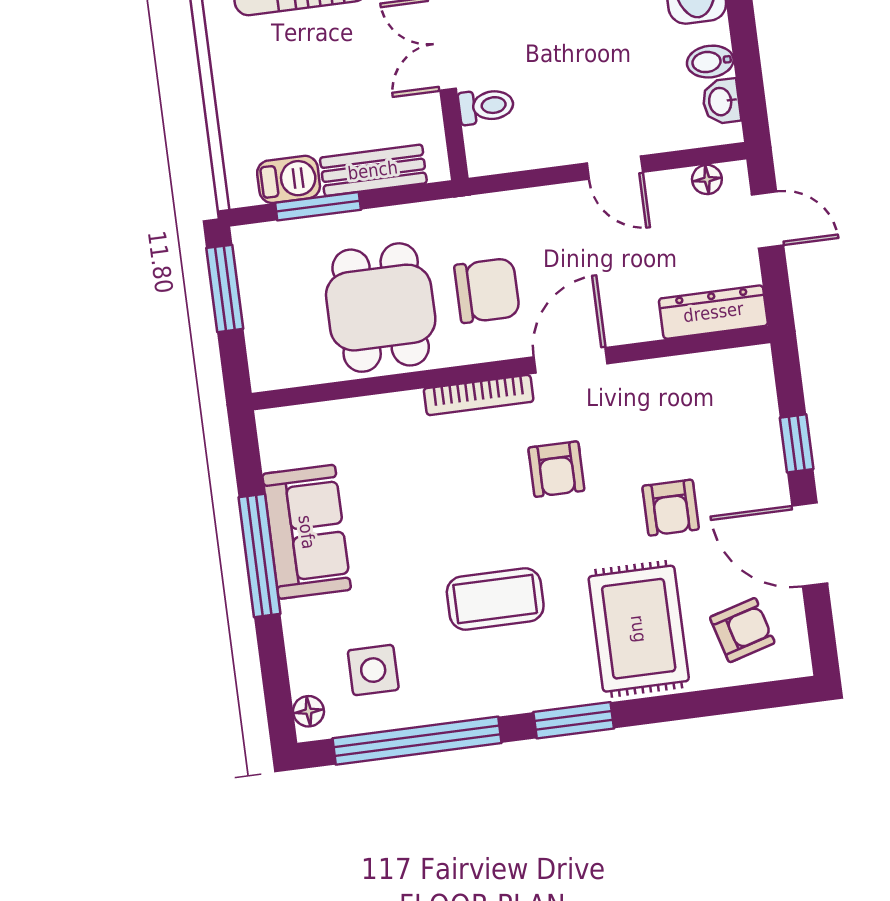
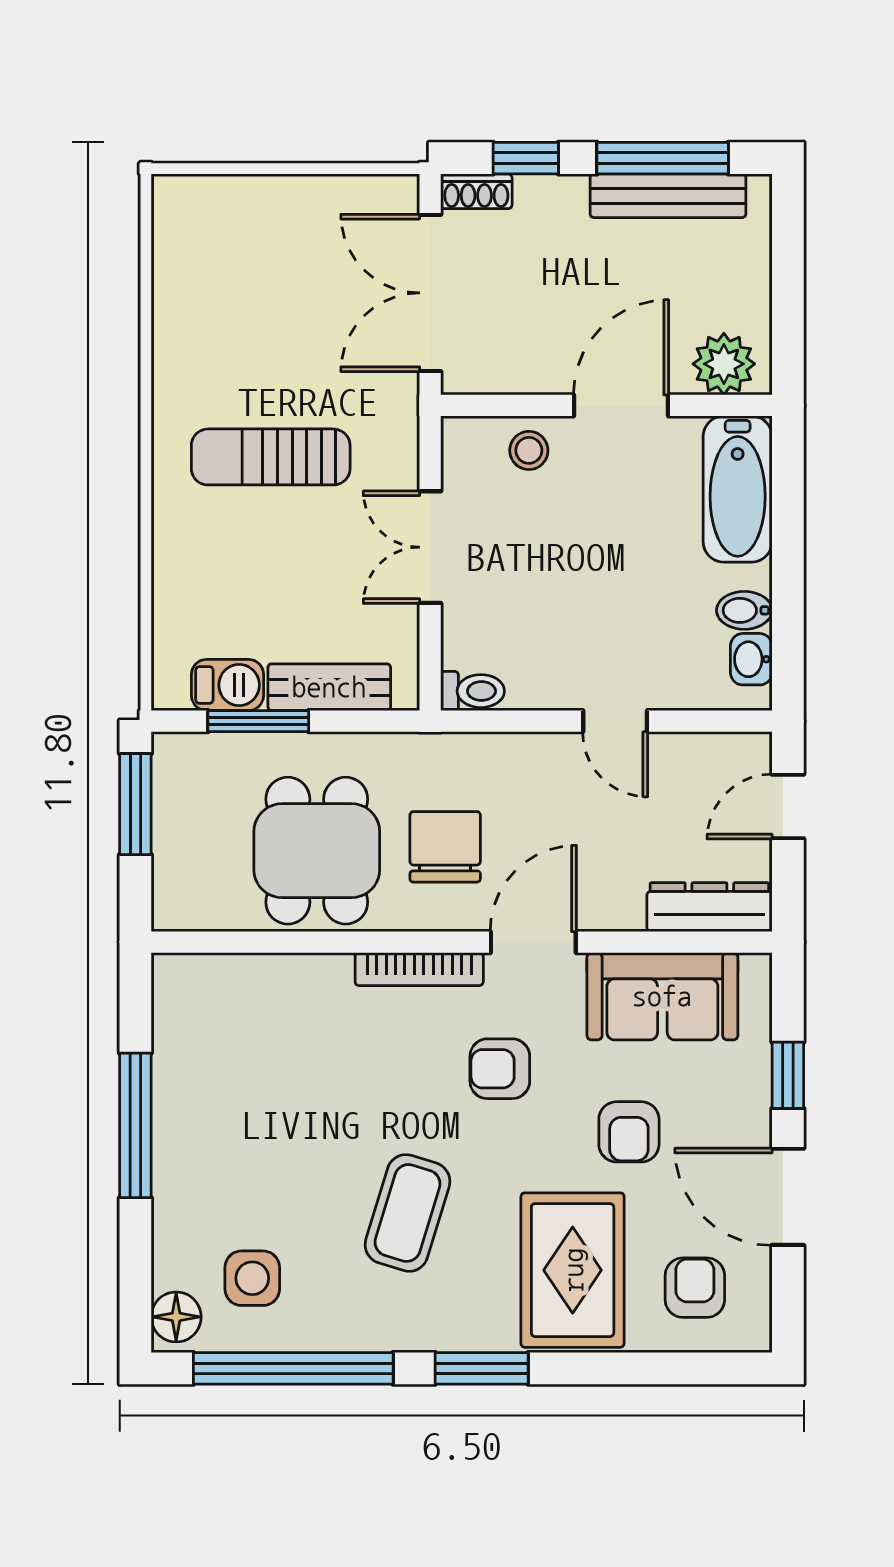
toilet: (486, 106) -> (473, 691), moved
floor lamp: (707, 179) -> (722, 749), removed
door: (768, 220) -> (788, 806), swing flipped
chair: (487, 290) -> (445, 847), turned -90
armchair: (556, 469) -> (500, 1069), turned 90
sofa: (307, 532) -> (662, 996), moved, turned 90
coffee table: (495, 599) -> (407, 1213), turned -73
armchair: (742, 630) -> (695, 1288), turned -74
floor lamp: (308, 711) -> (176, 1317), width x1.37, depth x1.37

